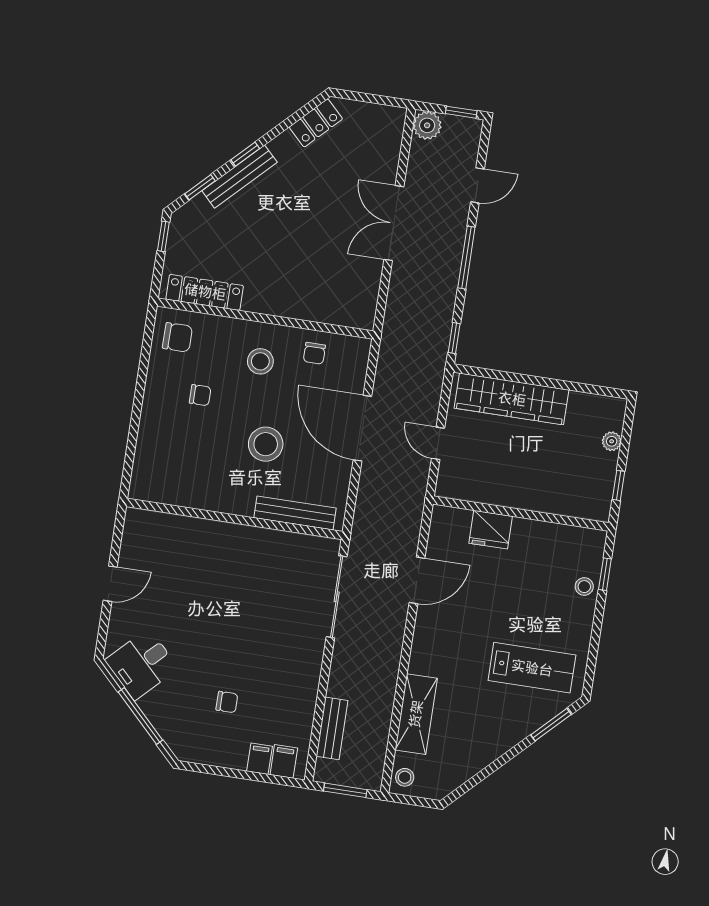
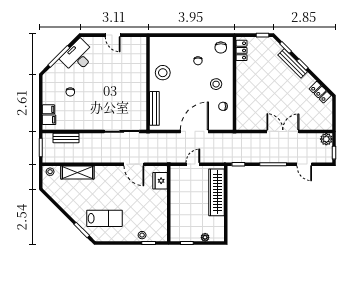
locker: (205, 292) -> (242, 50), width x0.66
stool: (266, 444) -> (163, 73), moved
fridge: (491, 530) -> (160, 181), moved
desk: (142, 664) -> (78, 56), width x1.37
lab bench: (532, 668) -> (105, 218), turned -90

